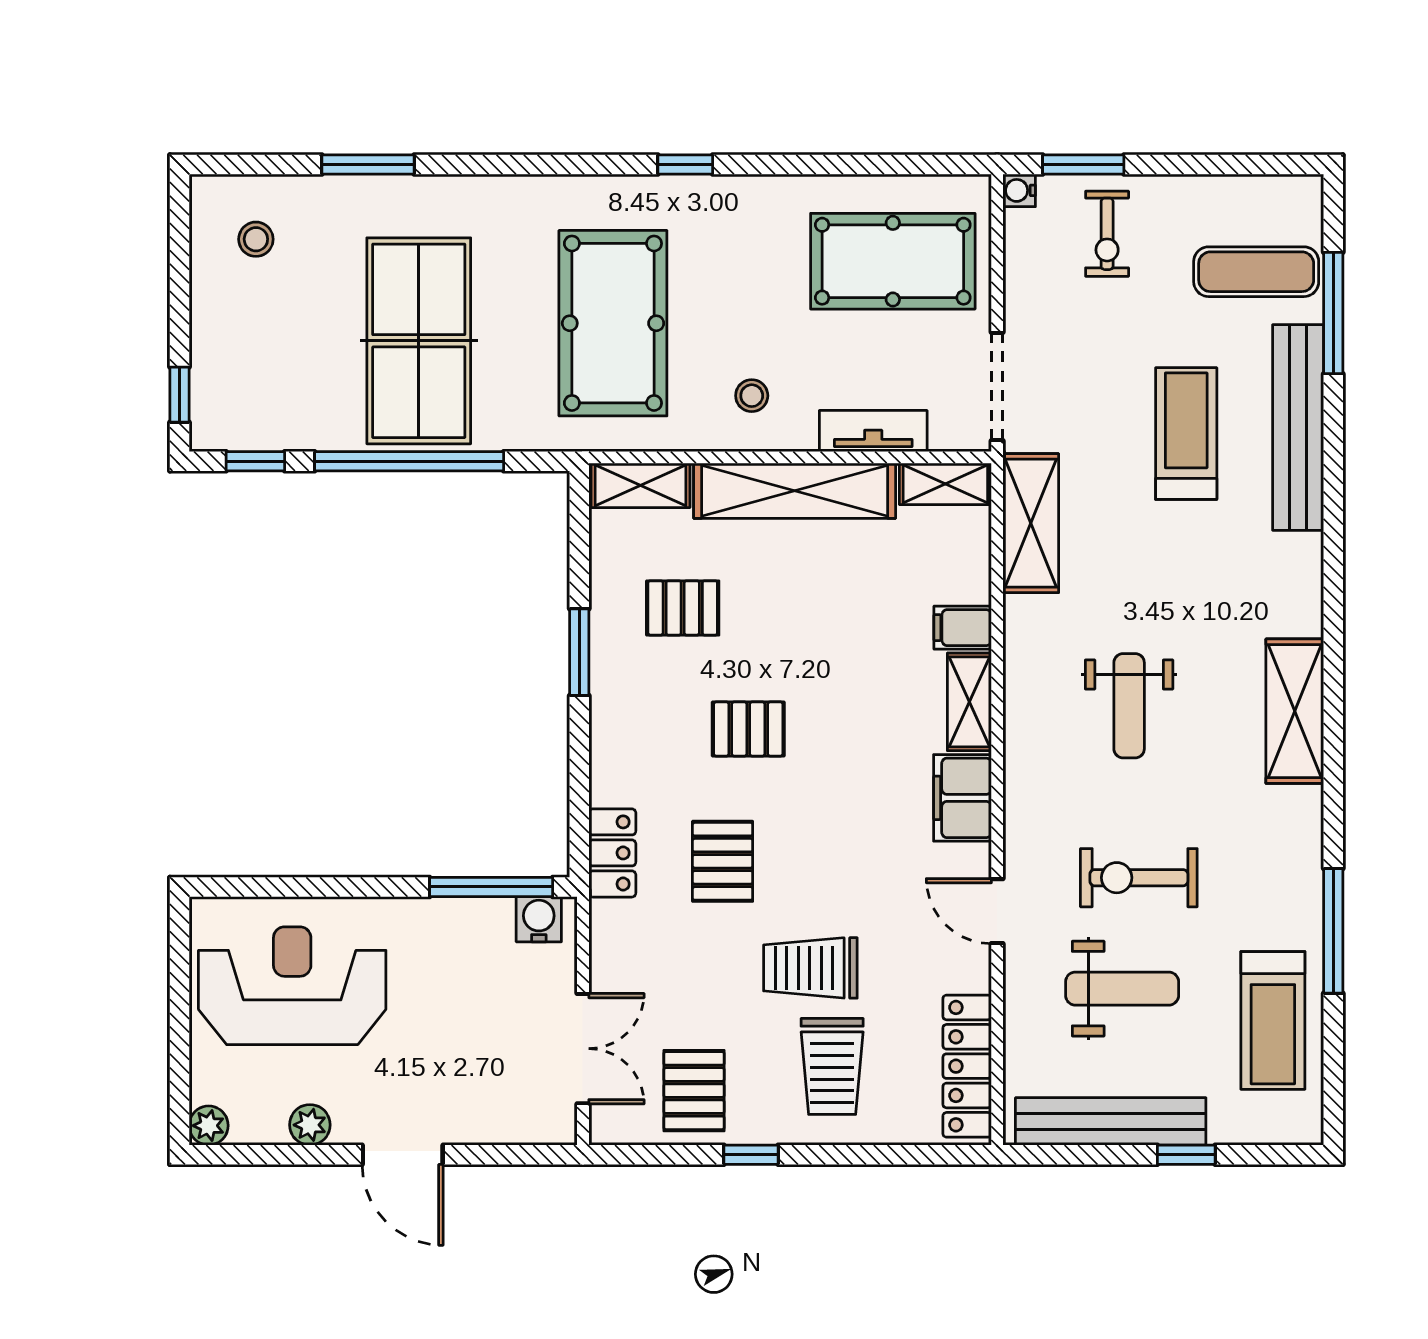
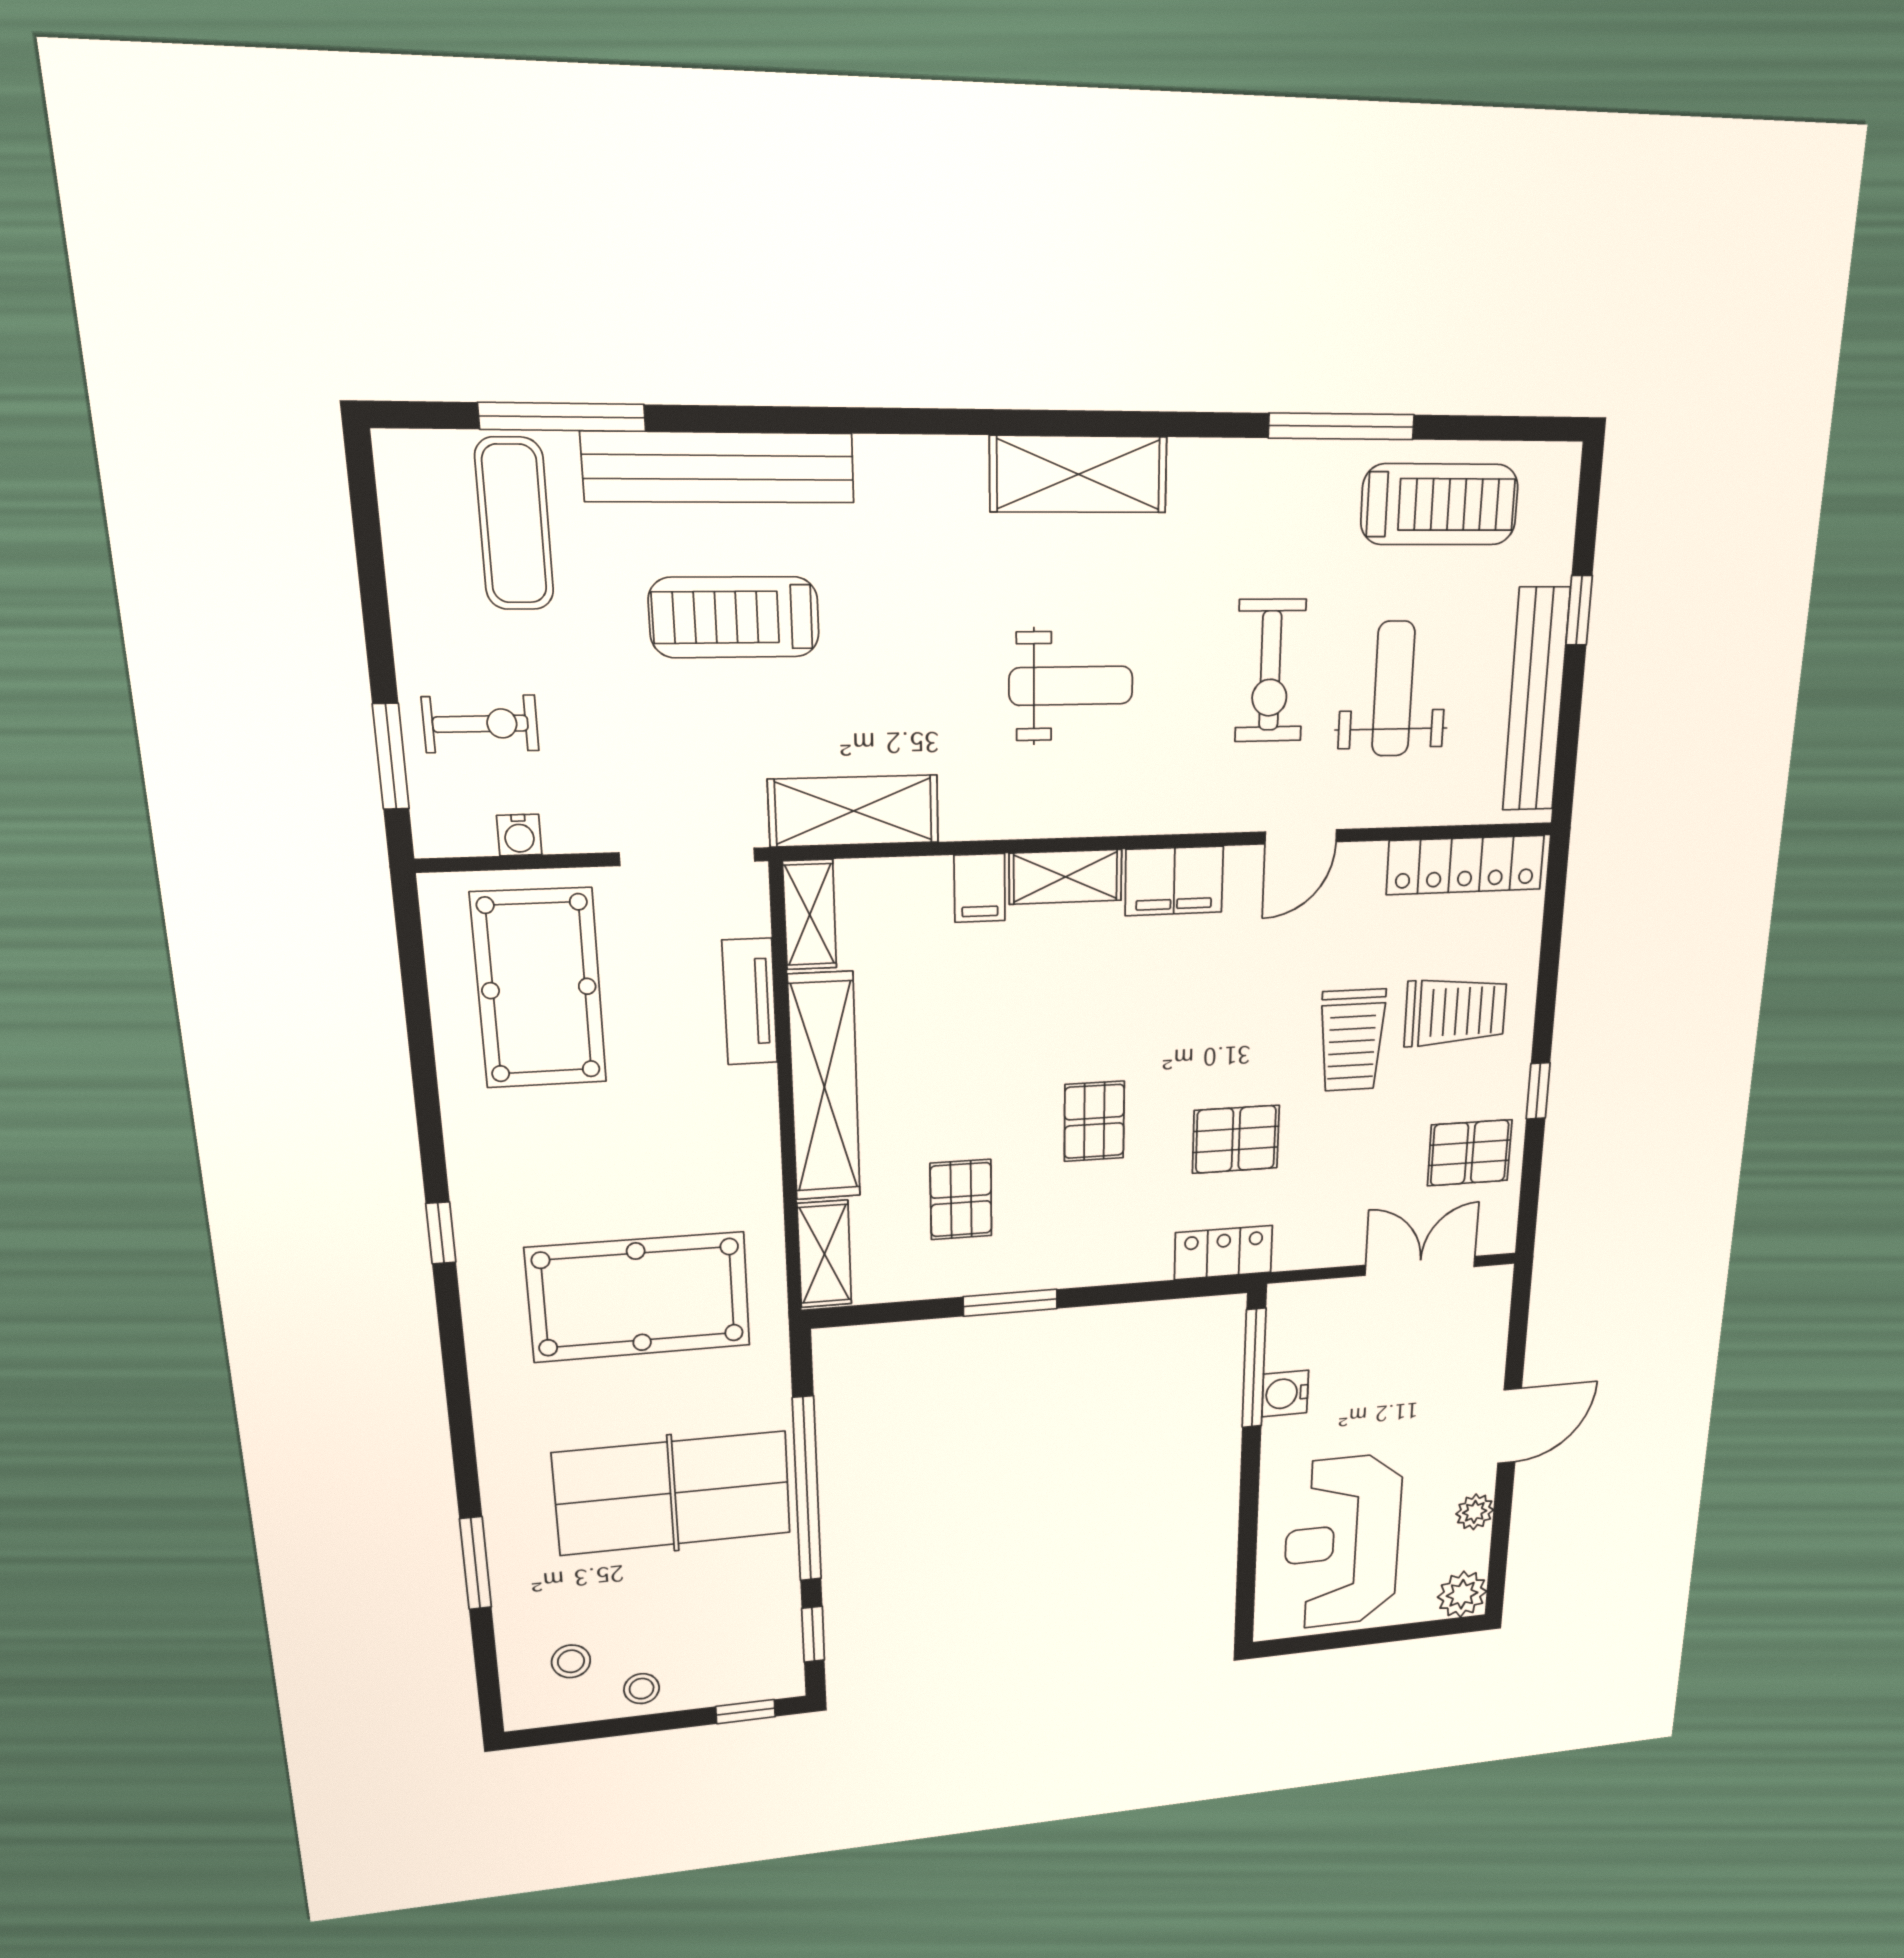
water cooler: (1019, 190) -> (519, 835), moved
stool: (752, 396) -> (642, 1689), moved
water cooler: (539, 919) -> (1285, 1393), moved
plant: (209, 1126) -> (1462, 1594), width x1.38, depth x1.38

